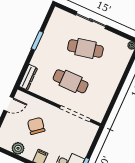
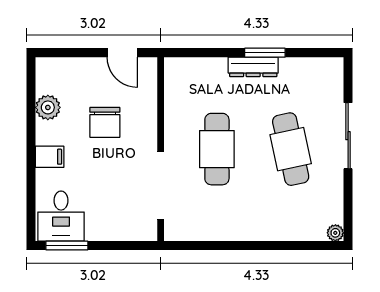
dresser: (28, 77) -> (253, 67), moved
chair: (36, 126) -> (105, 122), turned 129

